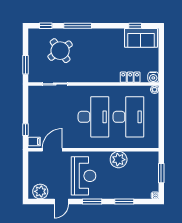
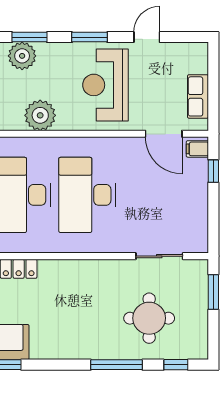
round table: (60, 51) -> (149, 318), turned 36
door: (52, 150) -> (164, 134), hinge flipped
row of seats: (34, 170) -> (198, 96), added
plant: (40, 191) -> (22, 56), moved

